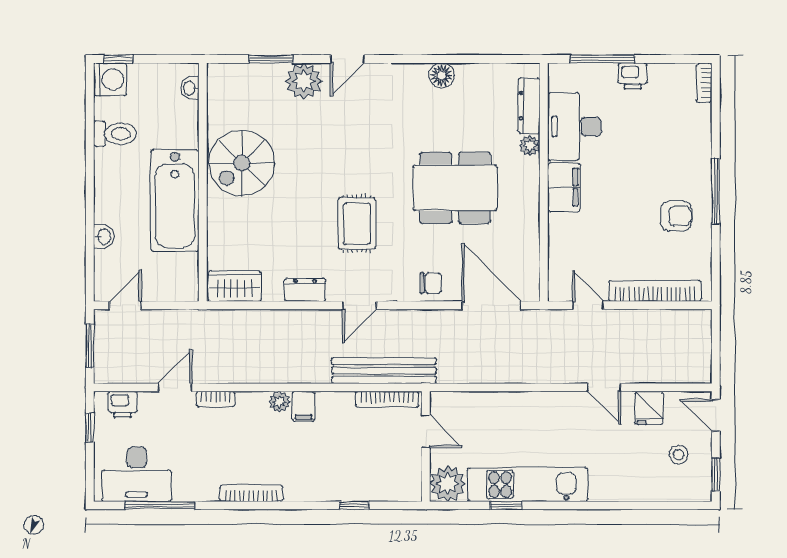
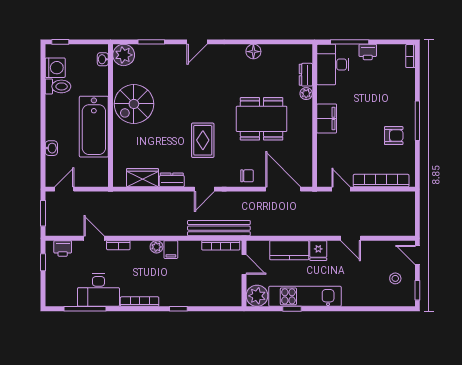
washing machine: (110, 79) -> (55, 68), moved
plant: (304, 81) -> (124, 55), moved
dresser: (529, 106) -> (306, 75), width x0.70
desk: (574, 127) -> (333, 65), moved
wardrobe: (235, 286) -> (142, 178), moved
door: (175, 387) -> (94, 238), hinge flipped
kitchen counter: (501, 407) -> (289, 250), added
fridge: (649, 408) -> (318, 251), moved
desk: (137, 474) -> (98, 290), moved
window: (355, 505) -> (178, 309), moved

